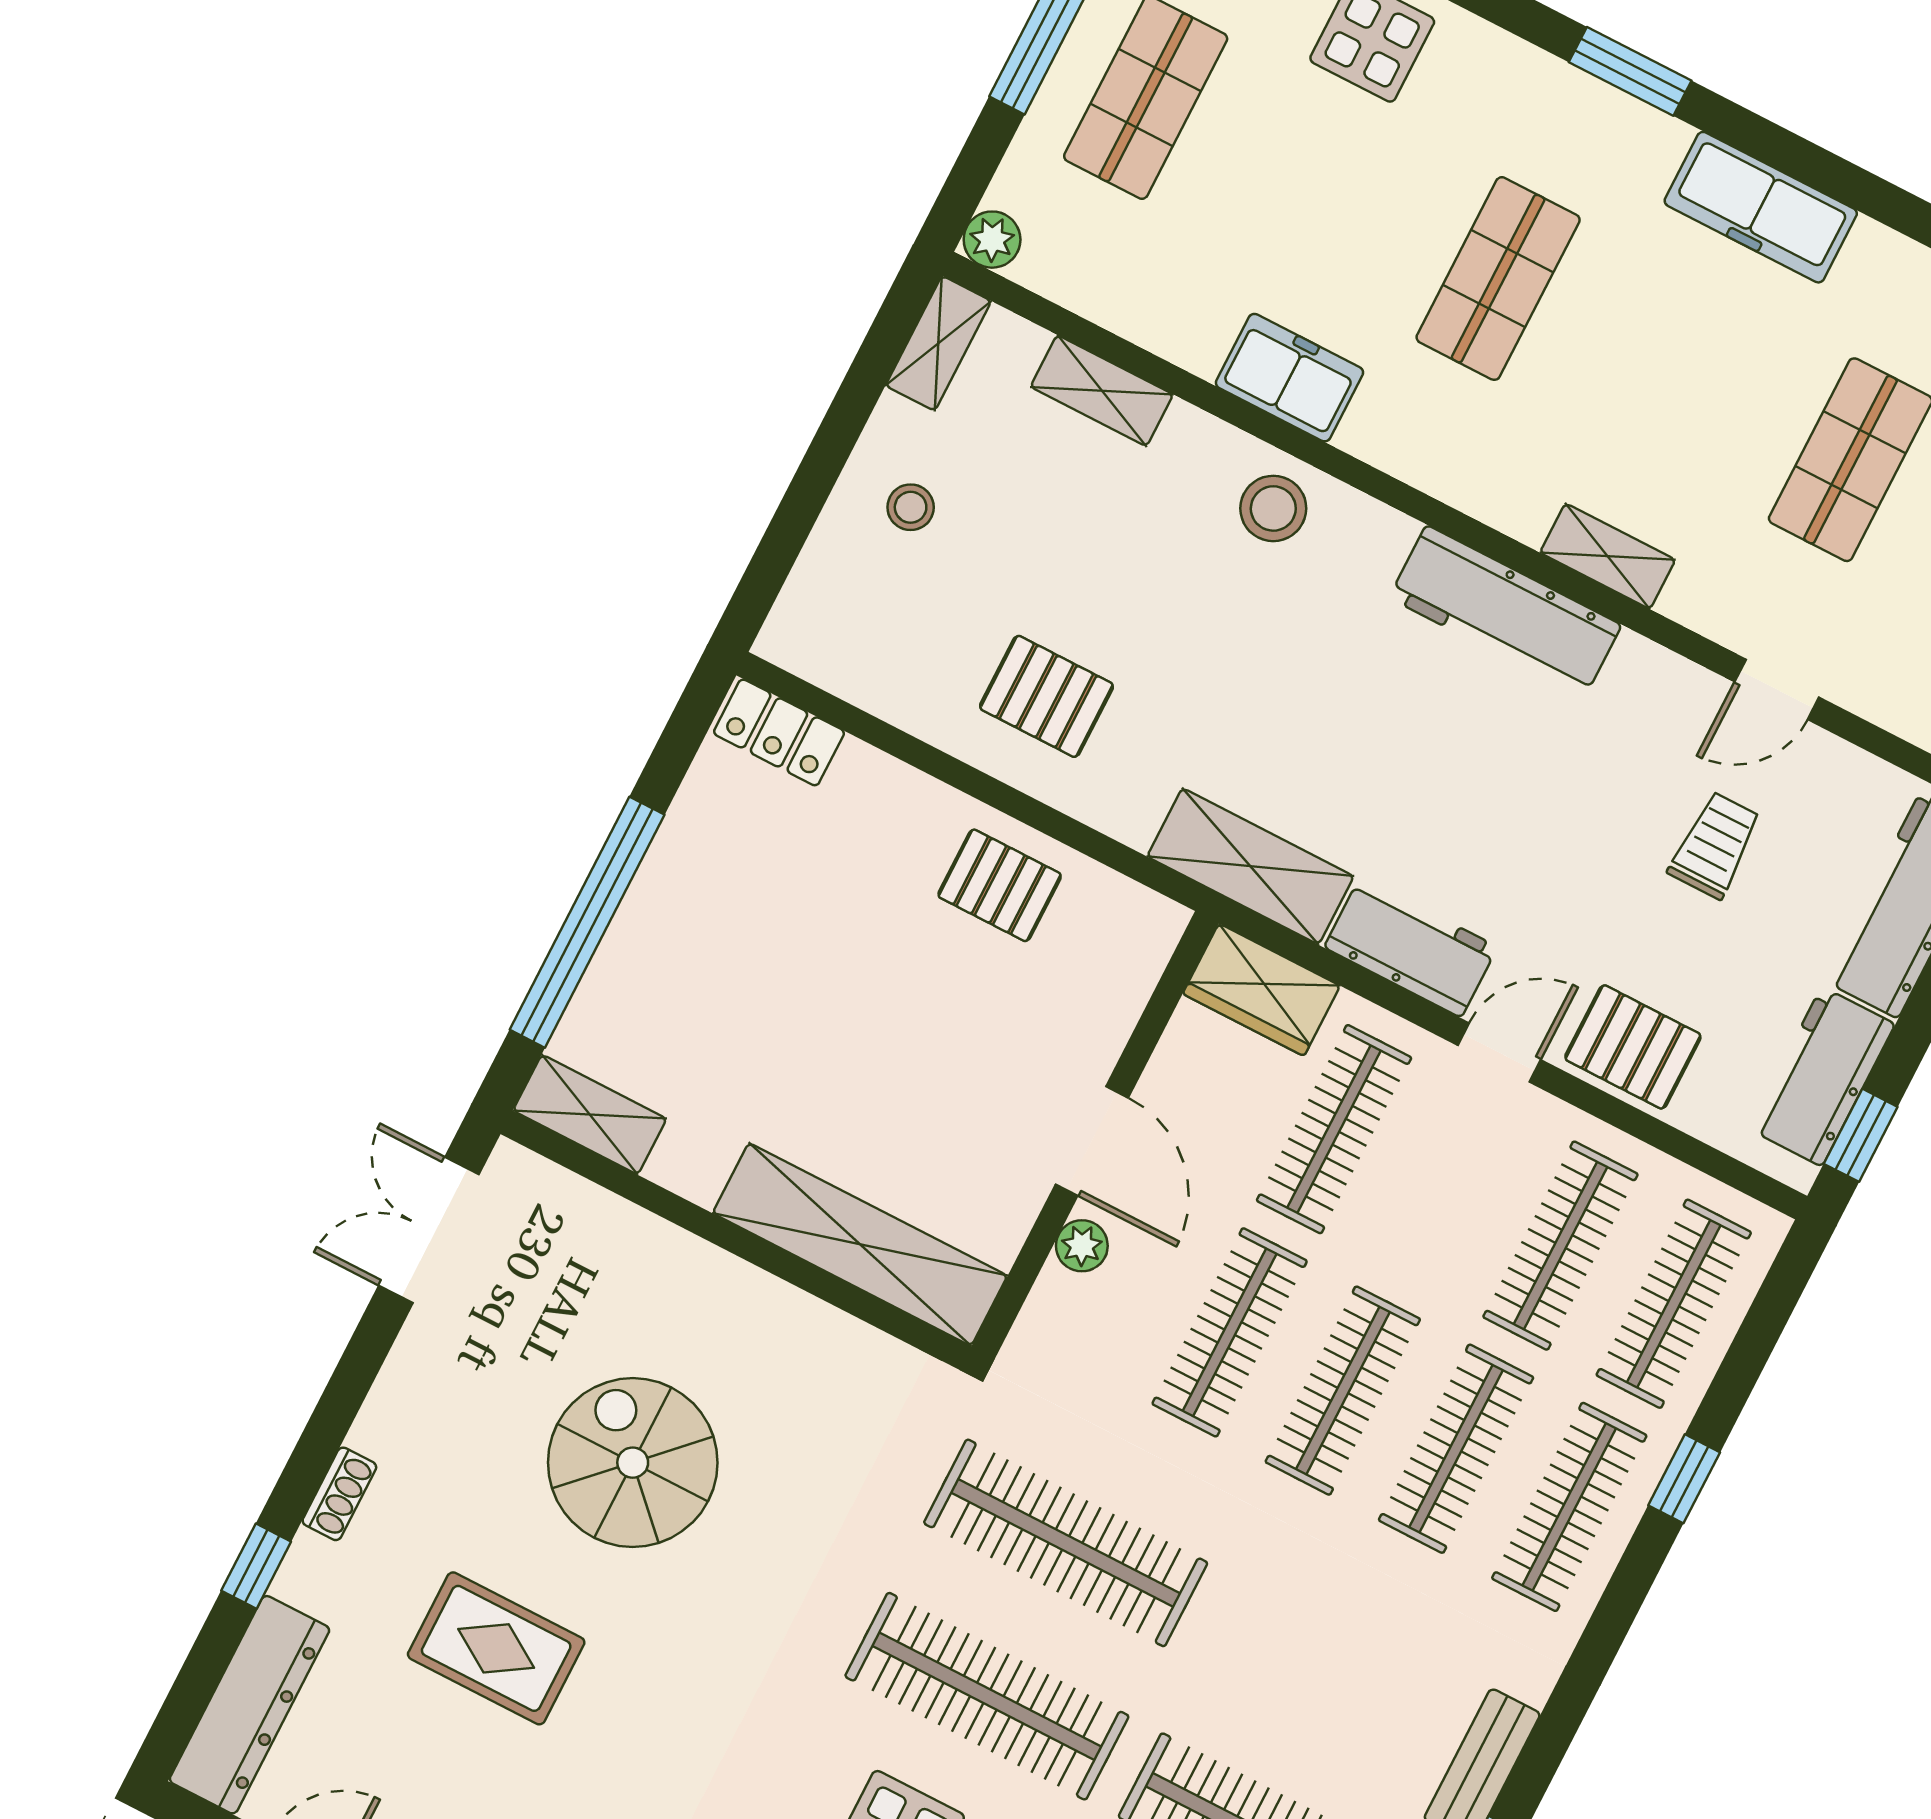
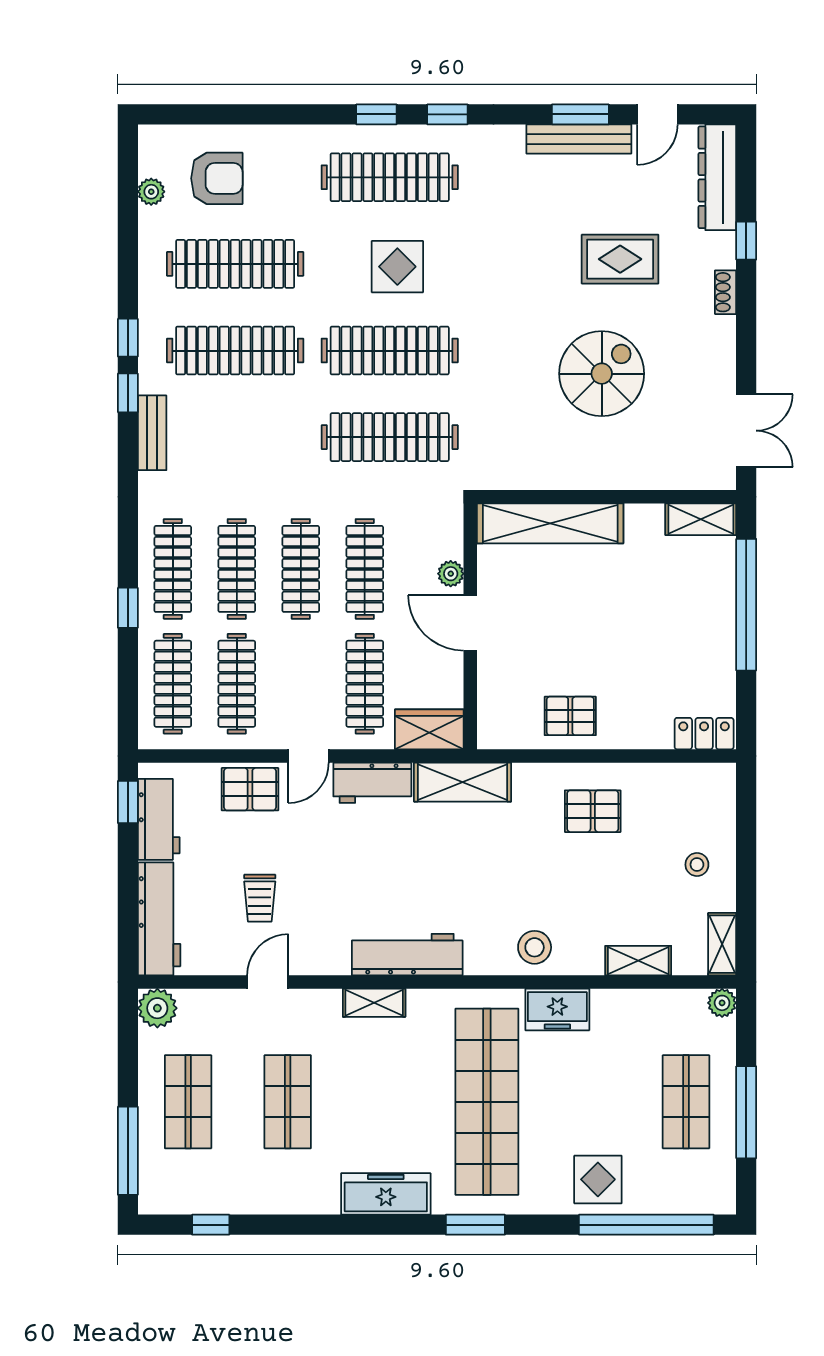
shop shelf: (1498, 279) -> (487, 1102), width x2.00, depth x1.36
spiral stairs: (633, 1463) -> (602, 374), turned -90

